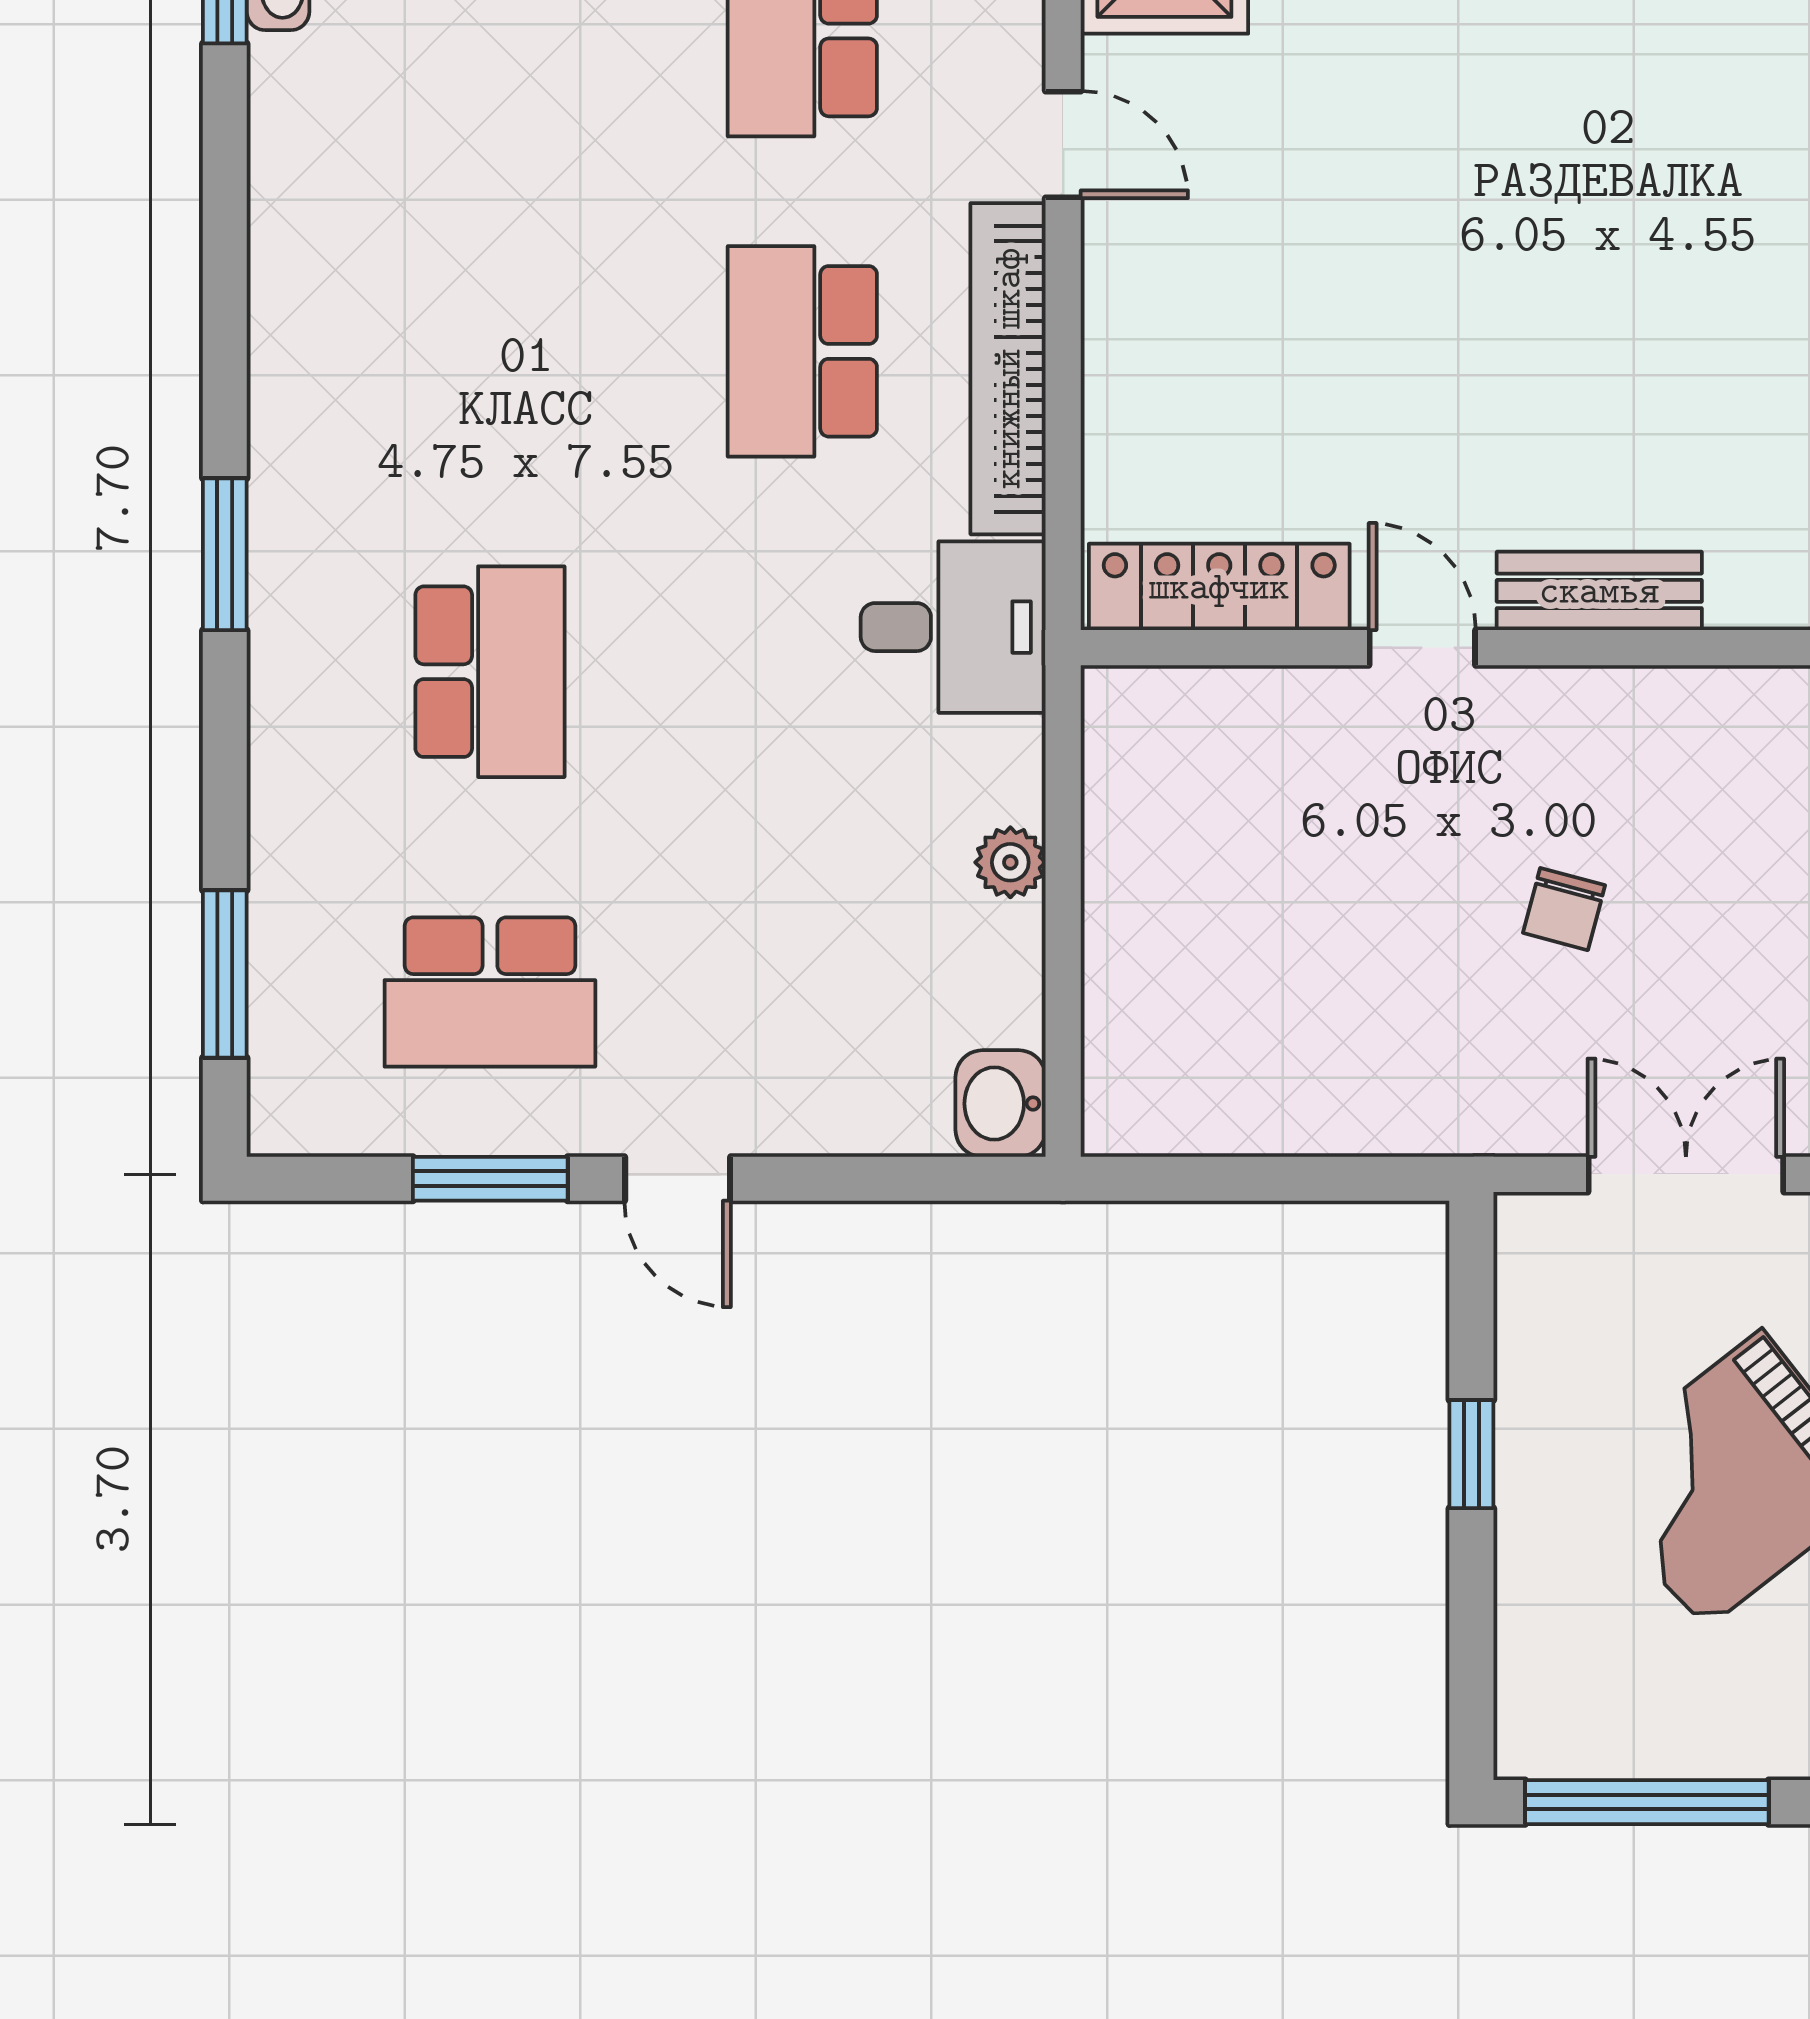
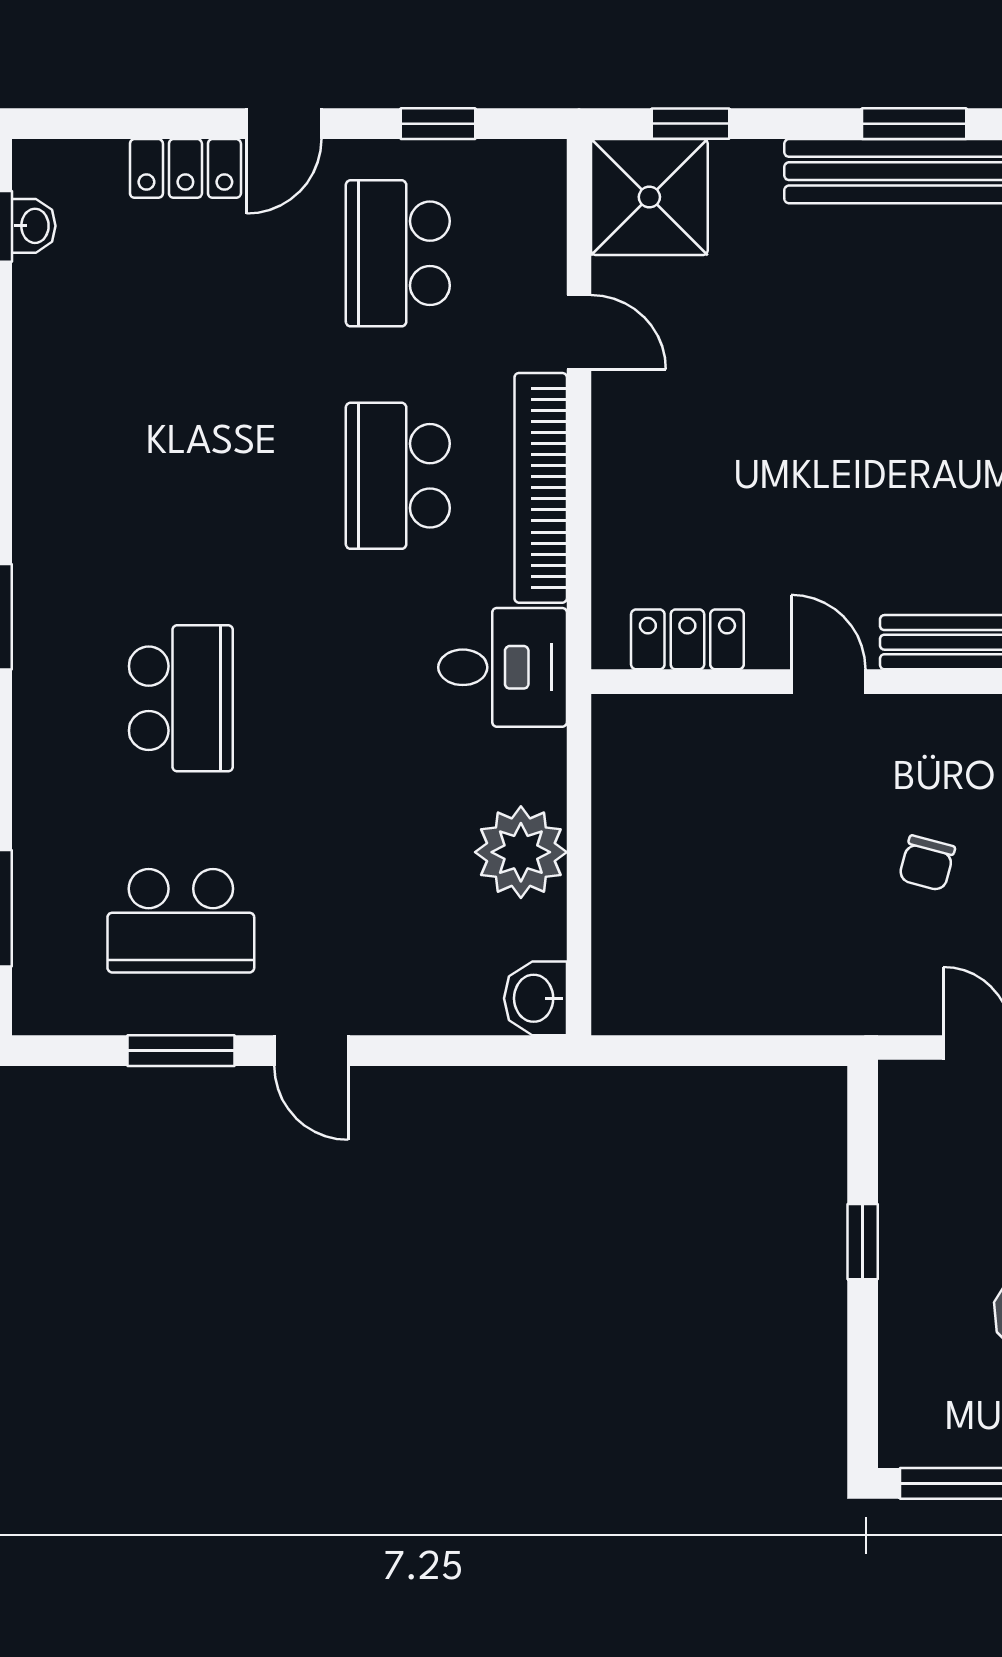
locker: (1219, 587) -> (687, 639), width x0.66
plant: (1010, 862) -> (521, 852), width x1.88, depth x1.88

